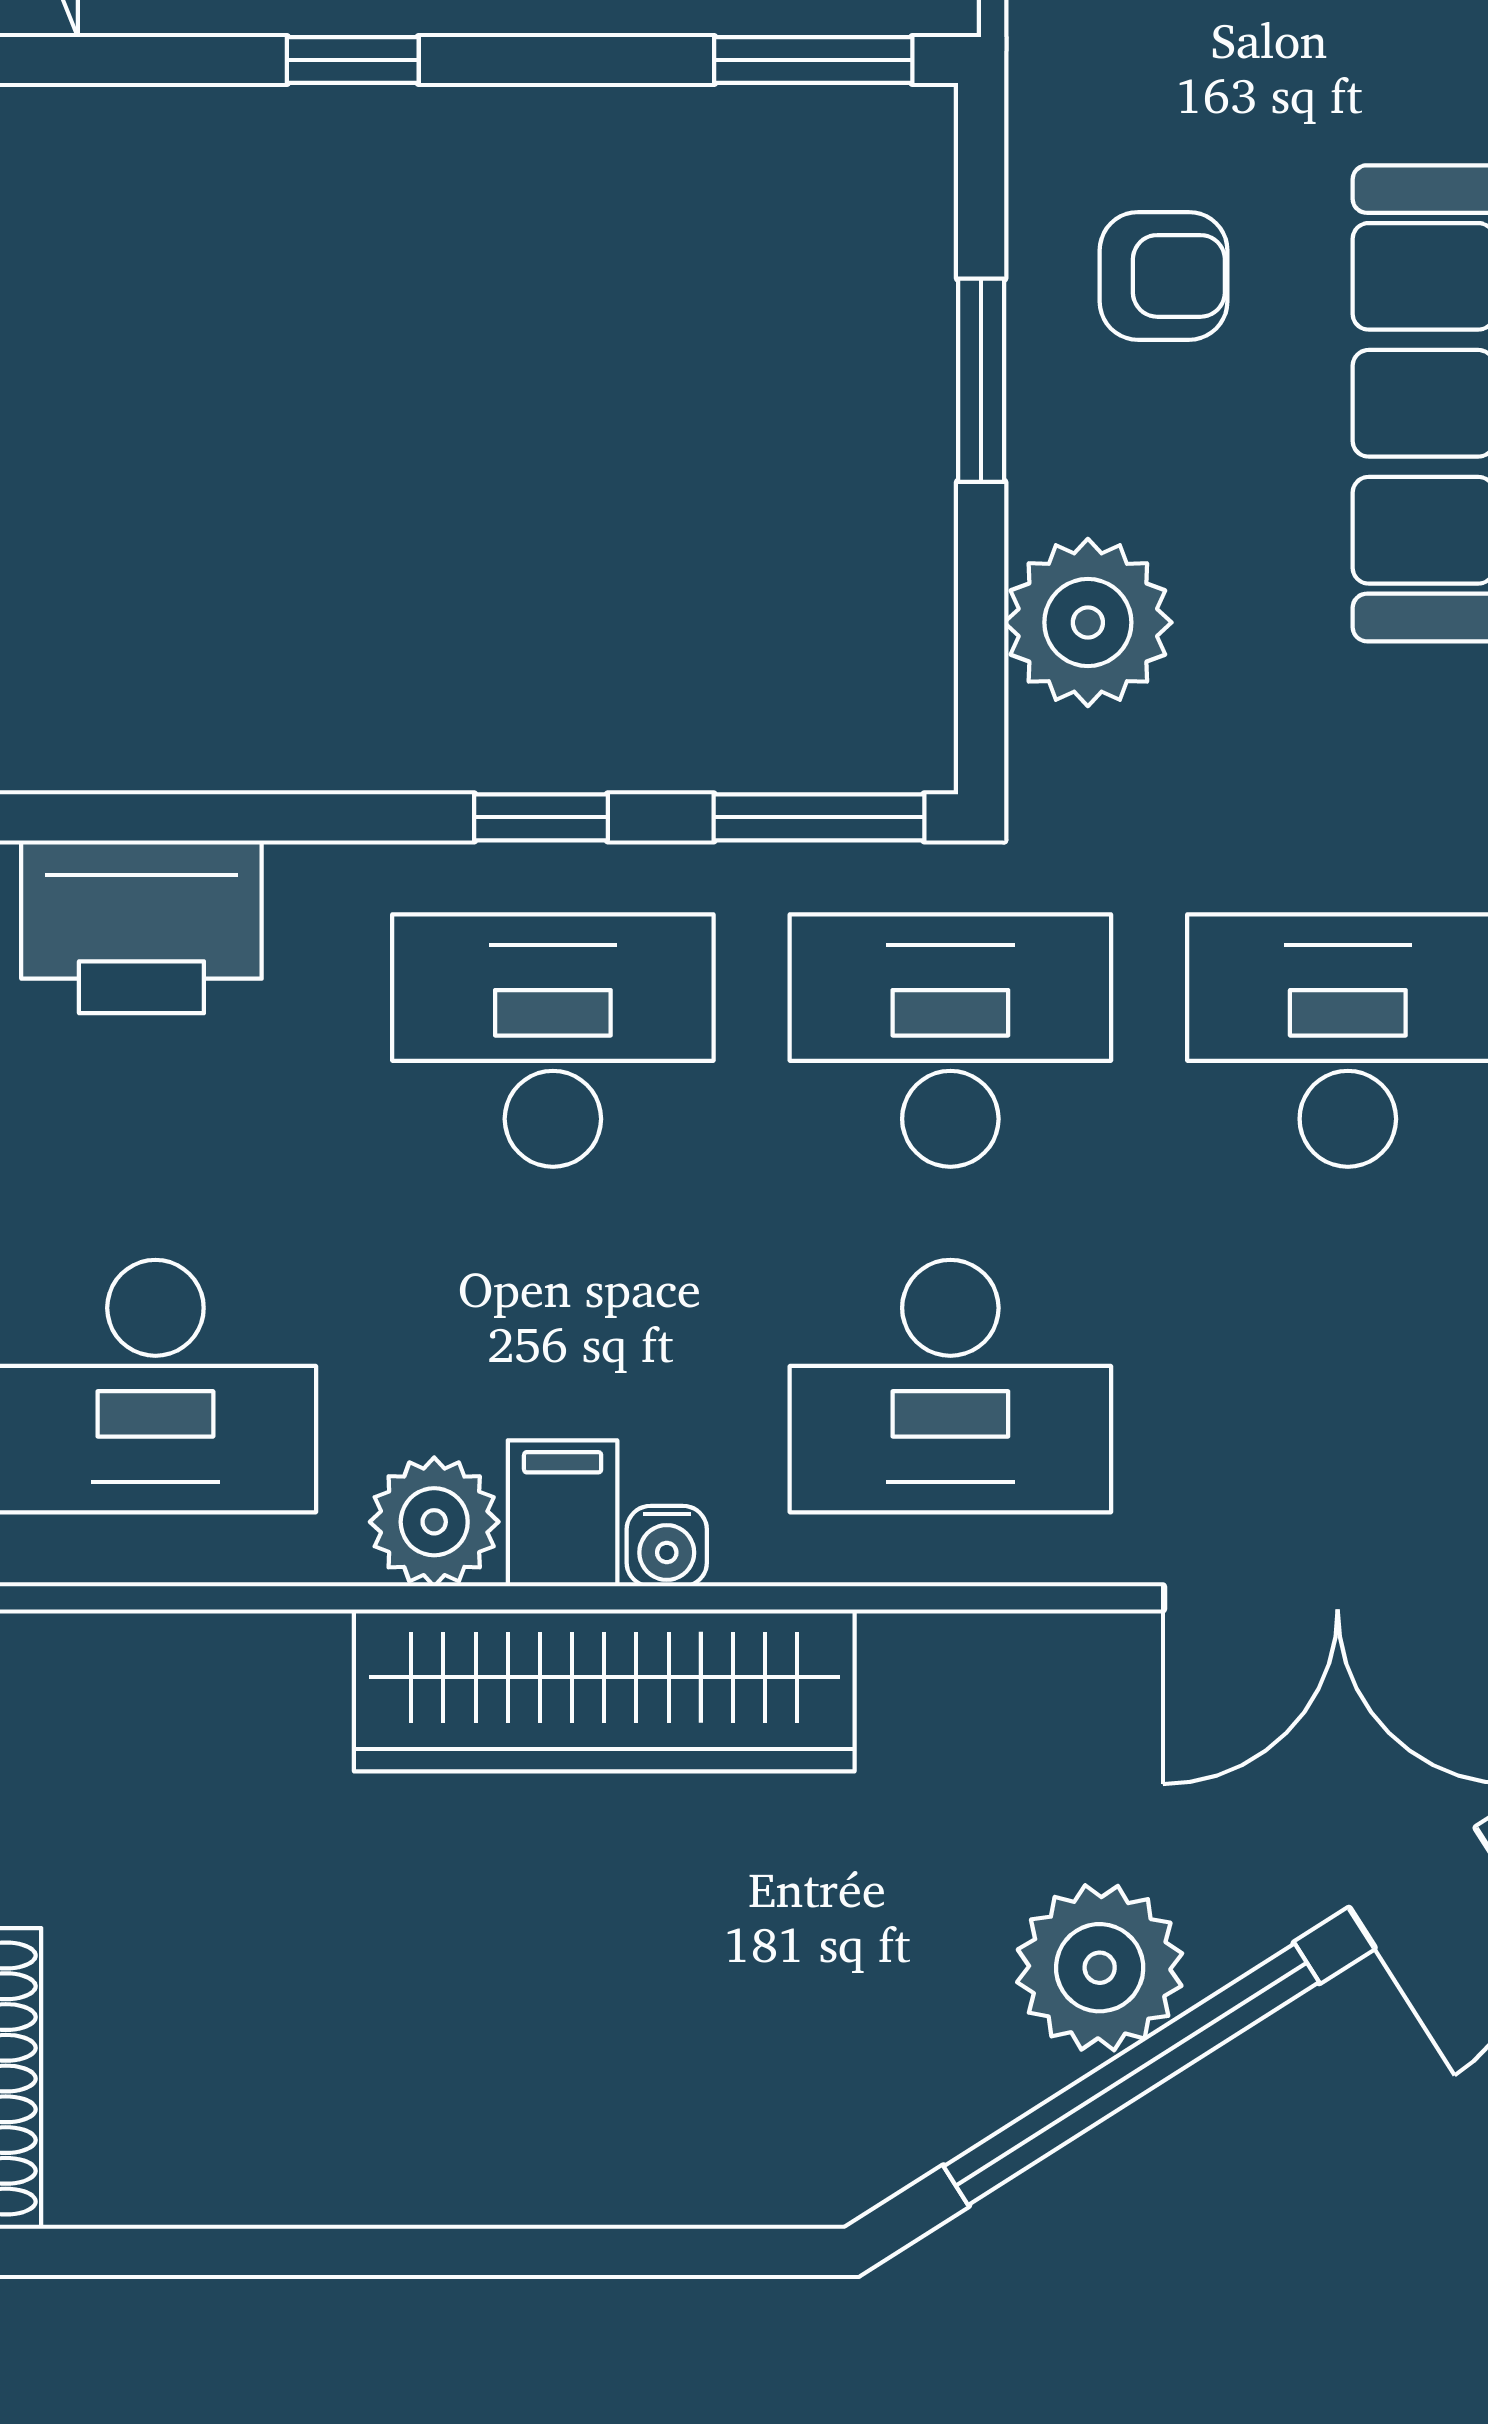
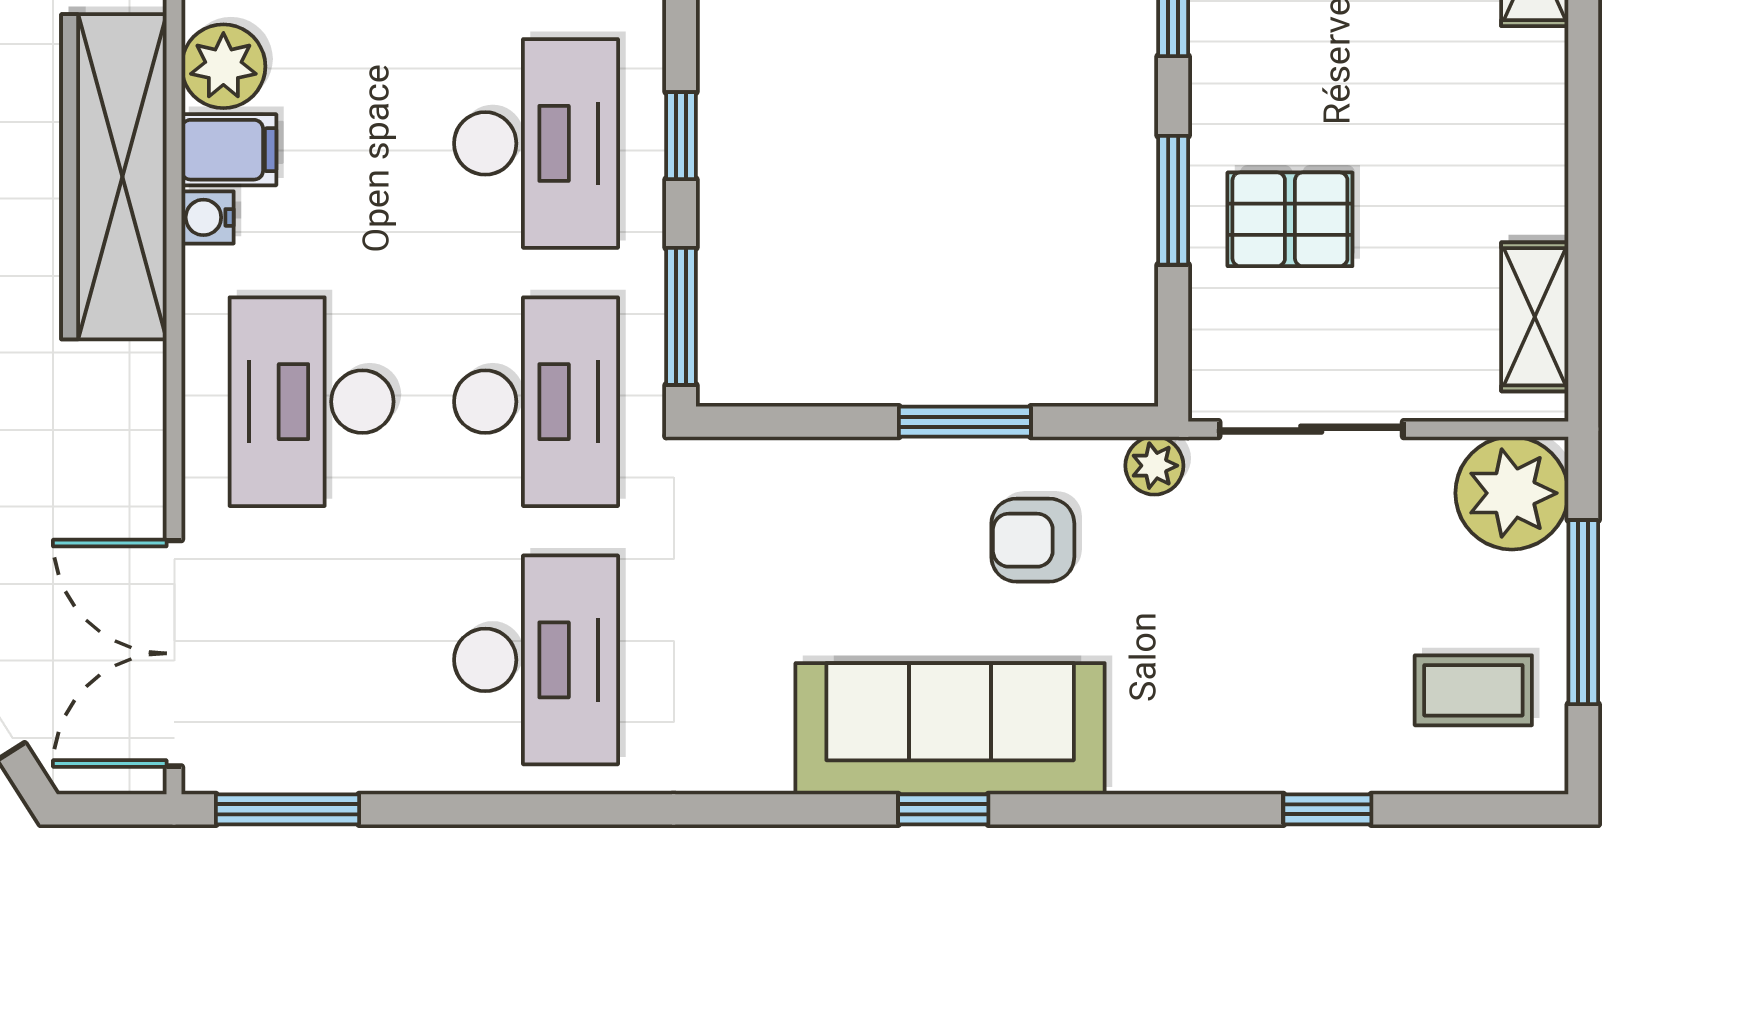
window: (813, 60) -> (1173, 200), moved
armchair: (1164, 276) -> (1033, 540), turned 90
plant: (1088, 622) -> (1154, 466), moved, width x0.53, depth x0.53

